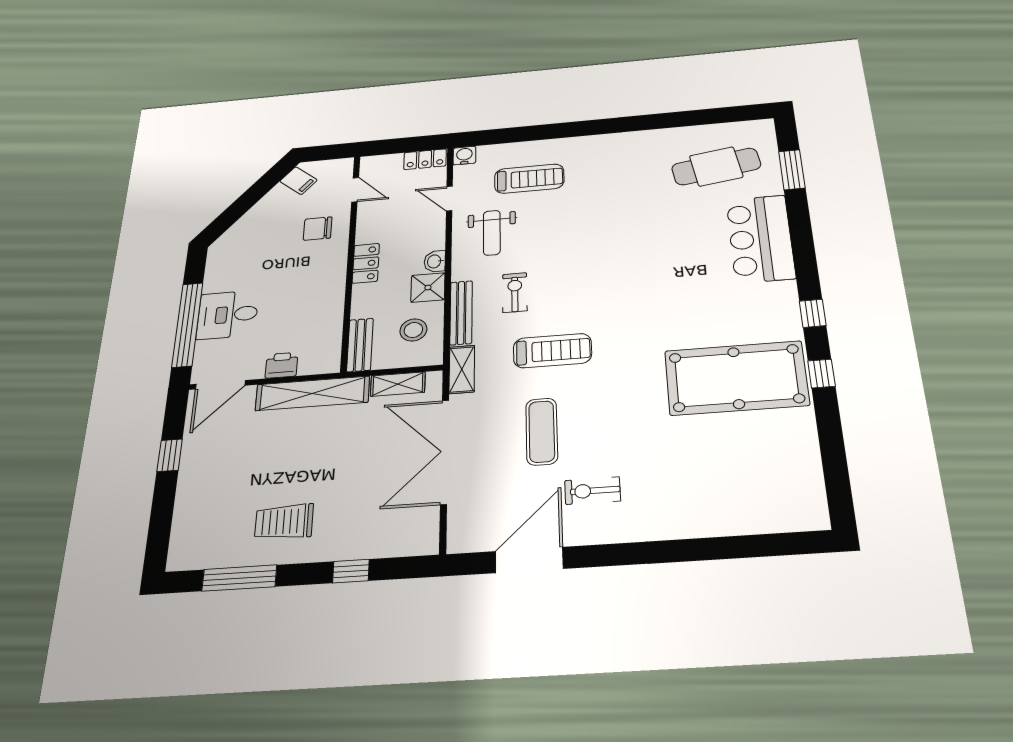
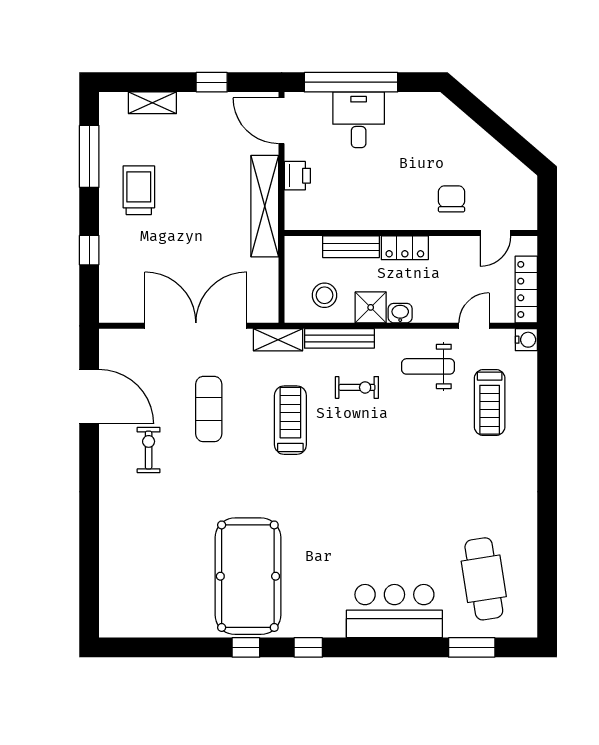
locker: (425, 159) -> (526, 289), width x1.53
filing cabinet: (298, 181) -> (514, 176), removed
bench: (360, 345) -> (351, 247), moved
treadmill: (552, 351) -> (290, 420), turned 180
shelving: (398, 384) -> (152, 103), moved, turned 90
exercise mat: (542, 431) -> (209, 409), turned 90

